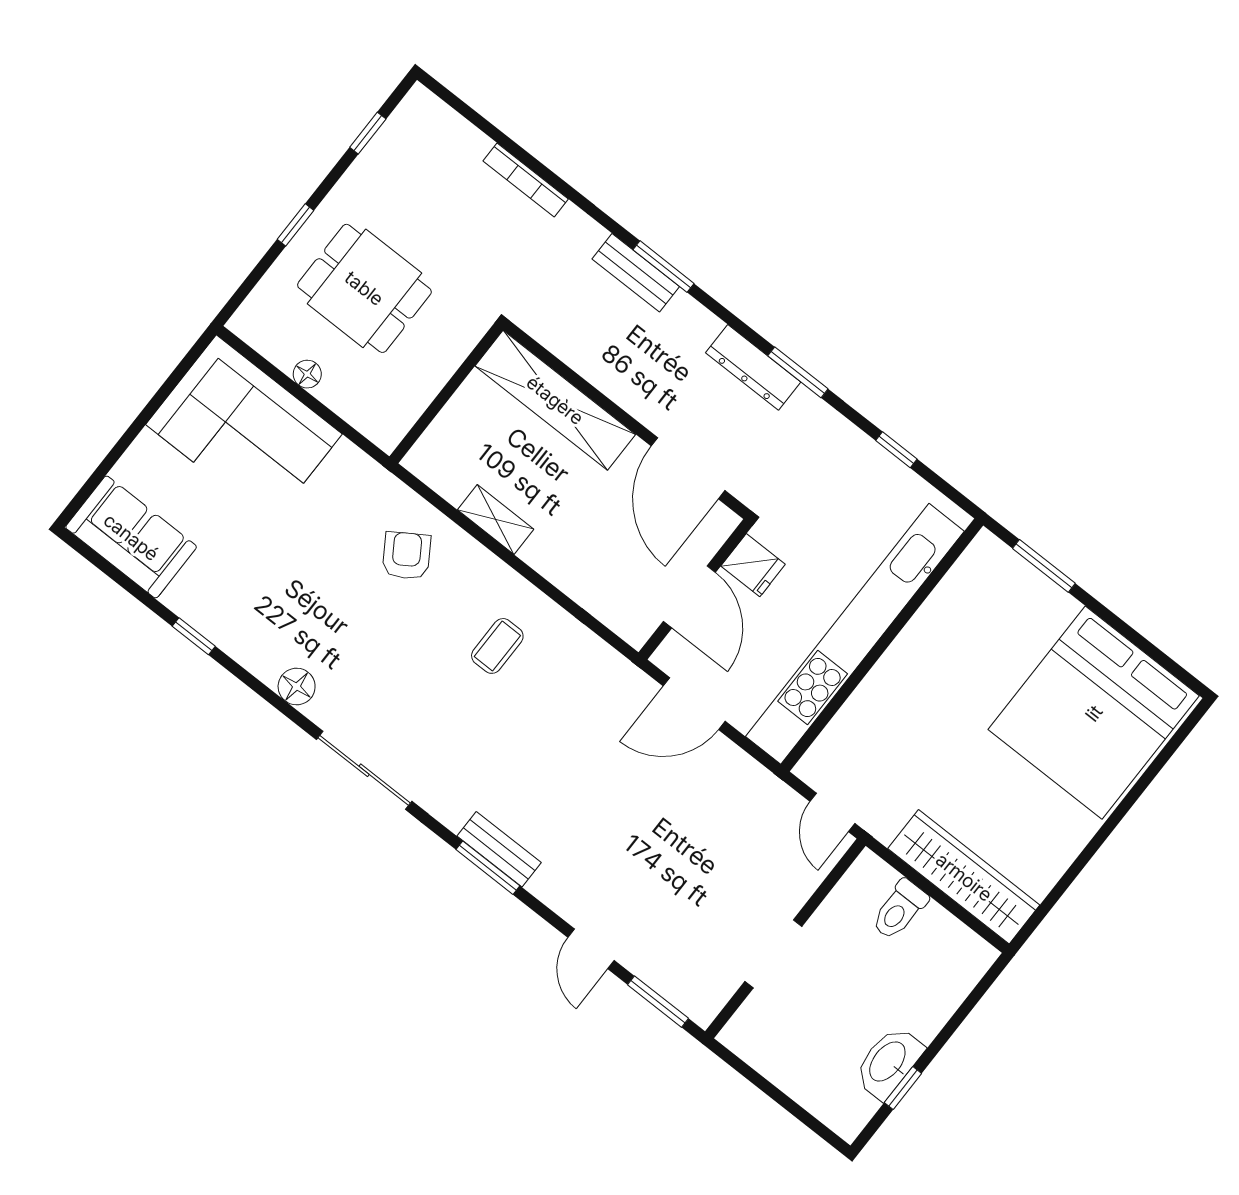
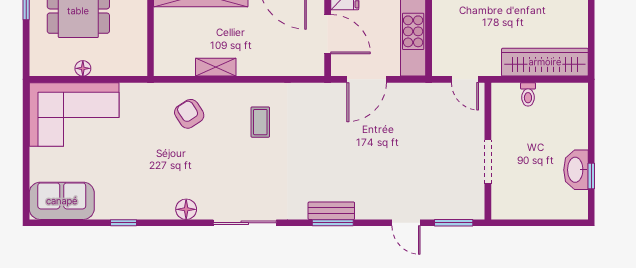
toilet: (899, 910) -> (528, 94), width x0.73, depth x0.72

